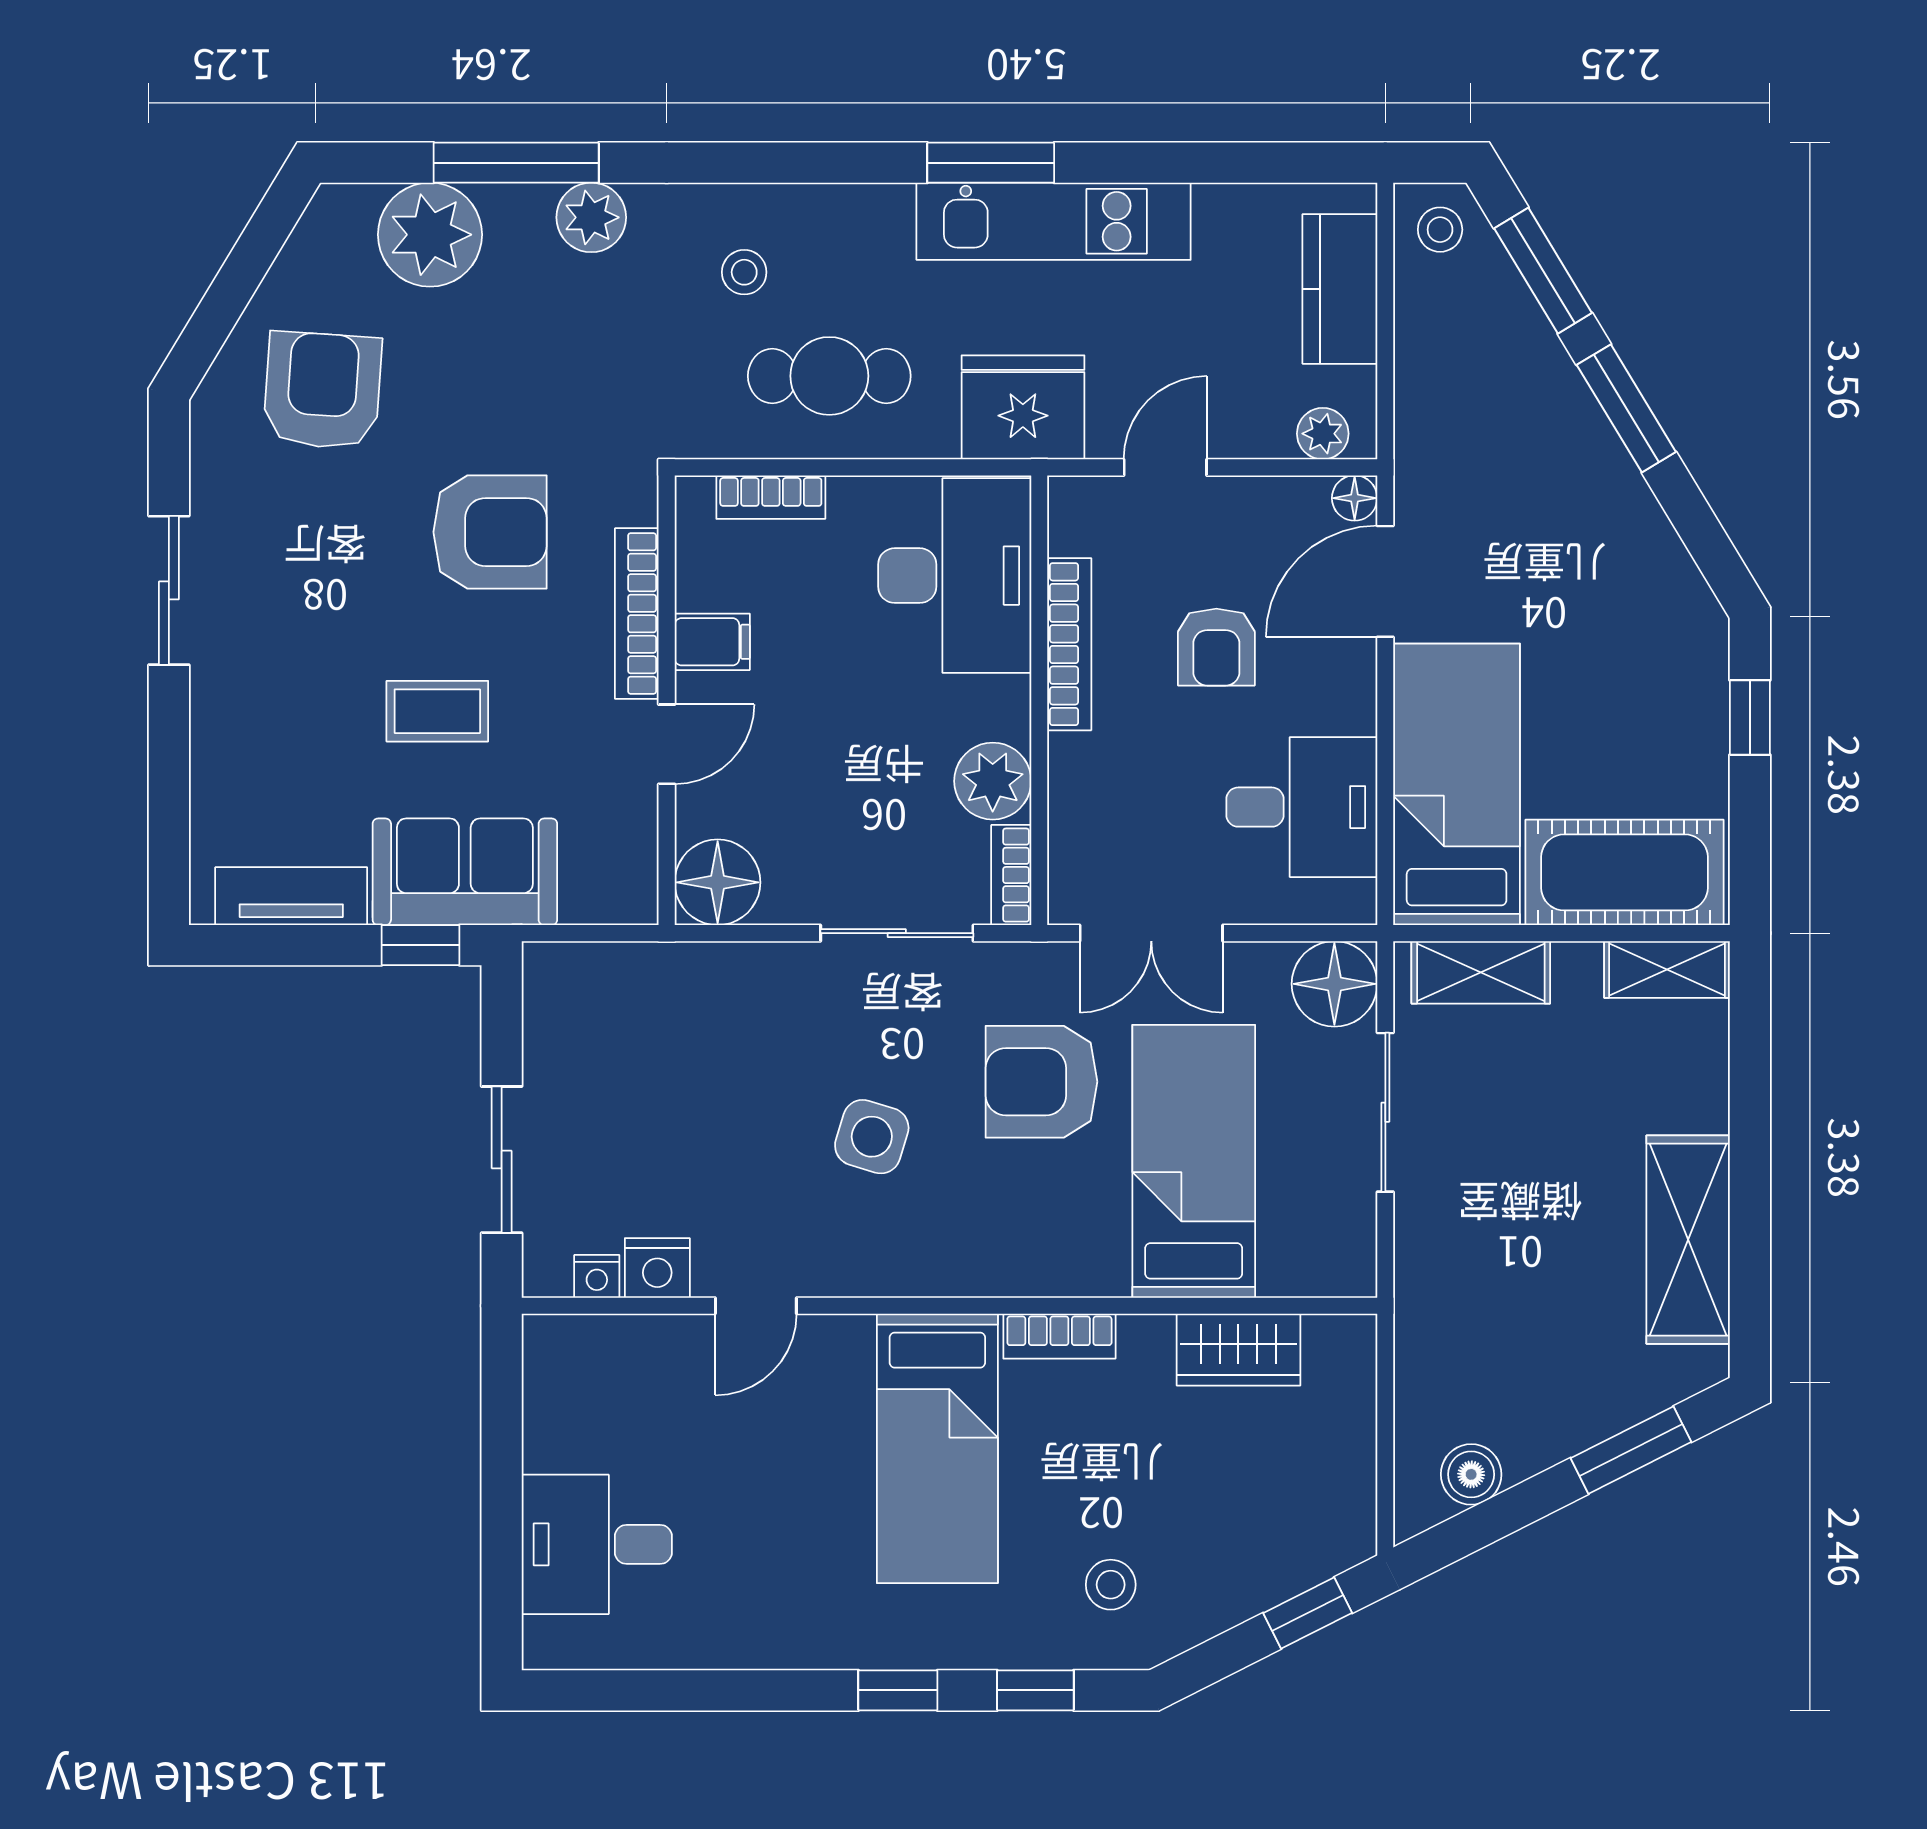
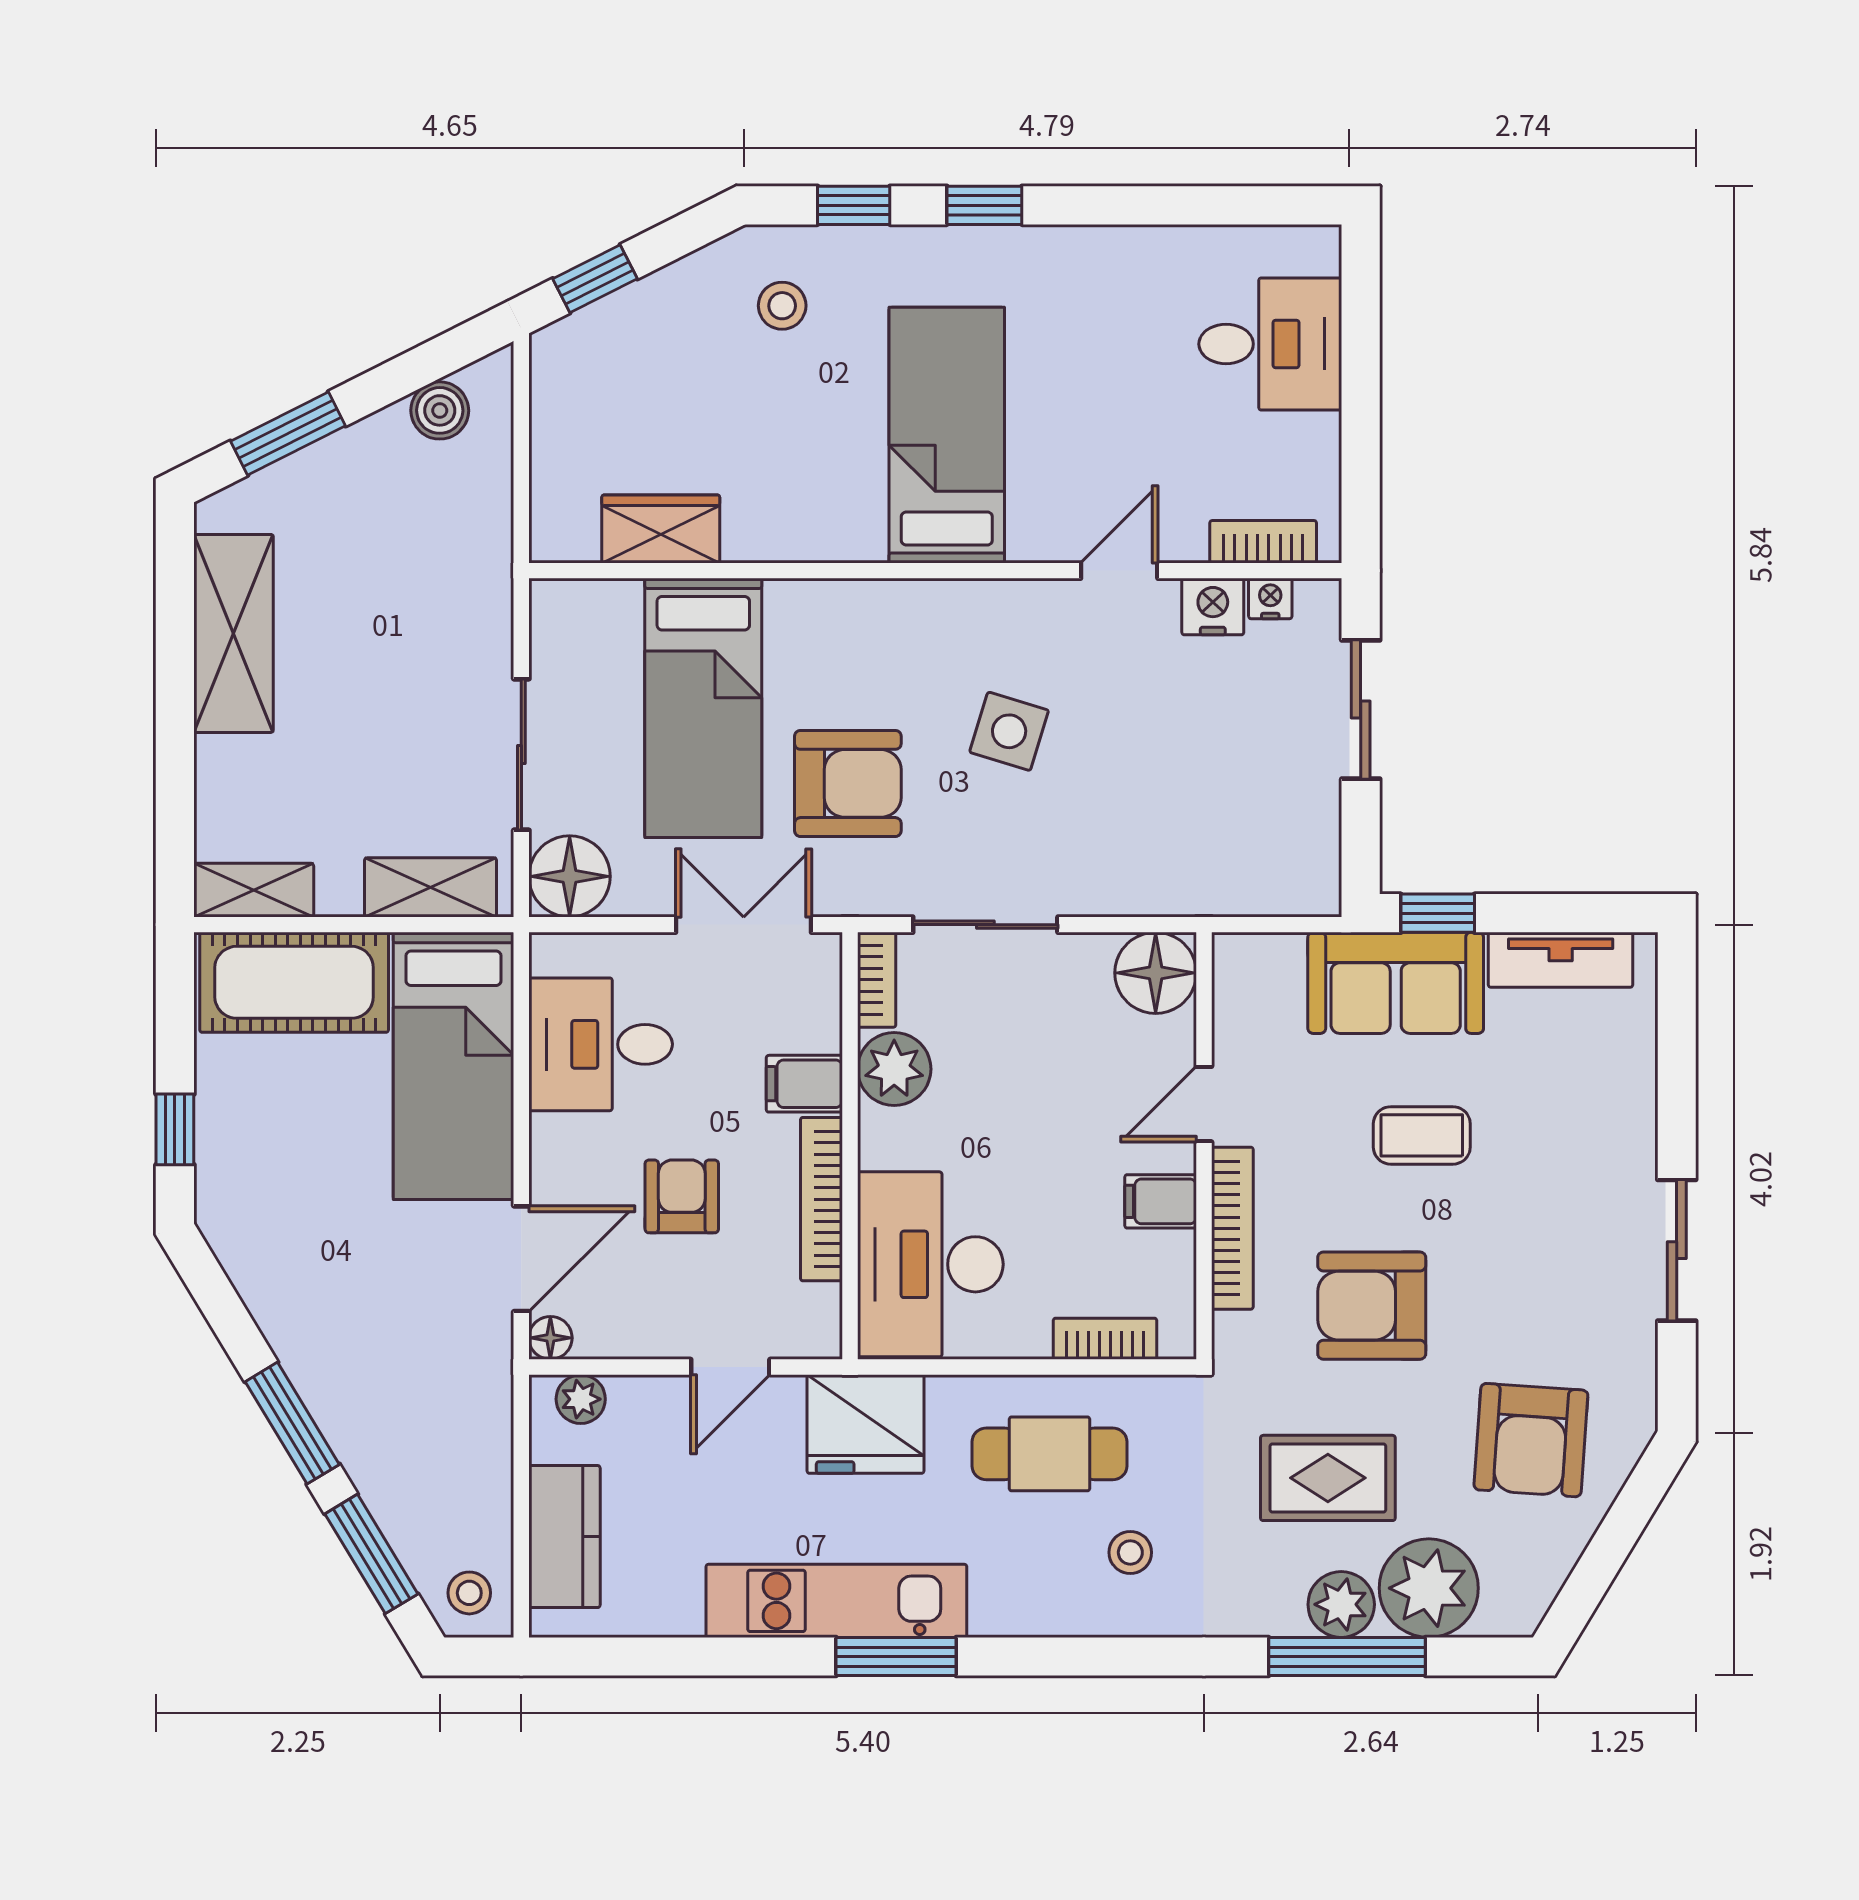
plant: (591, 217) -> (1341, 1604), moved
rug: (536, 351) -> (1328, 1478), added
filing cabinet: (1087, 766) -> (804, 1084), added
bookcase: (1059, 1336) -> (1263, 542), moved

